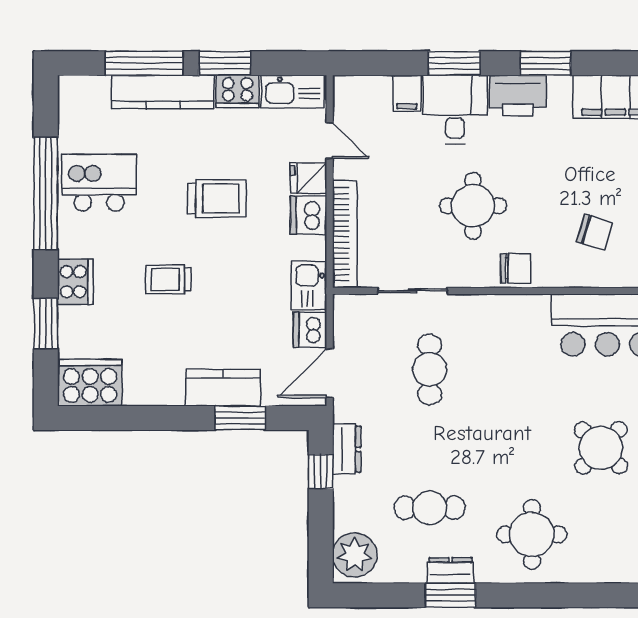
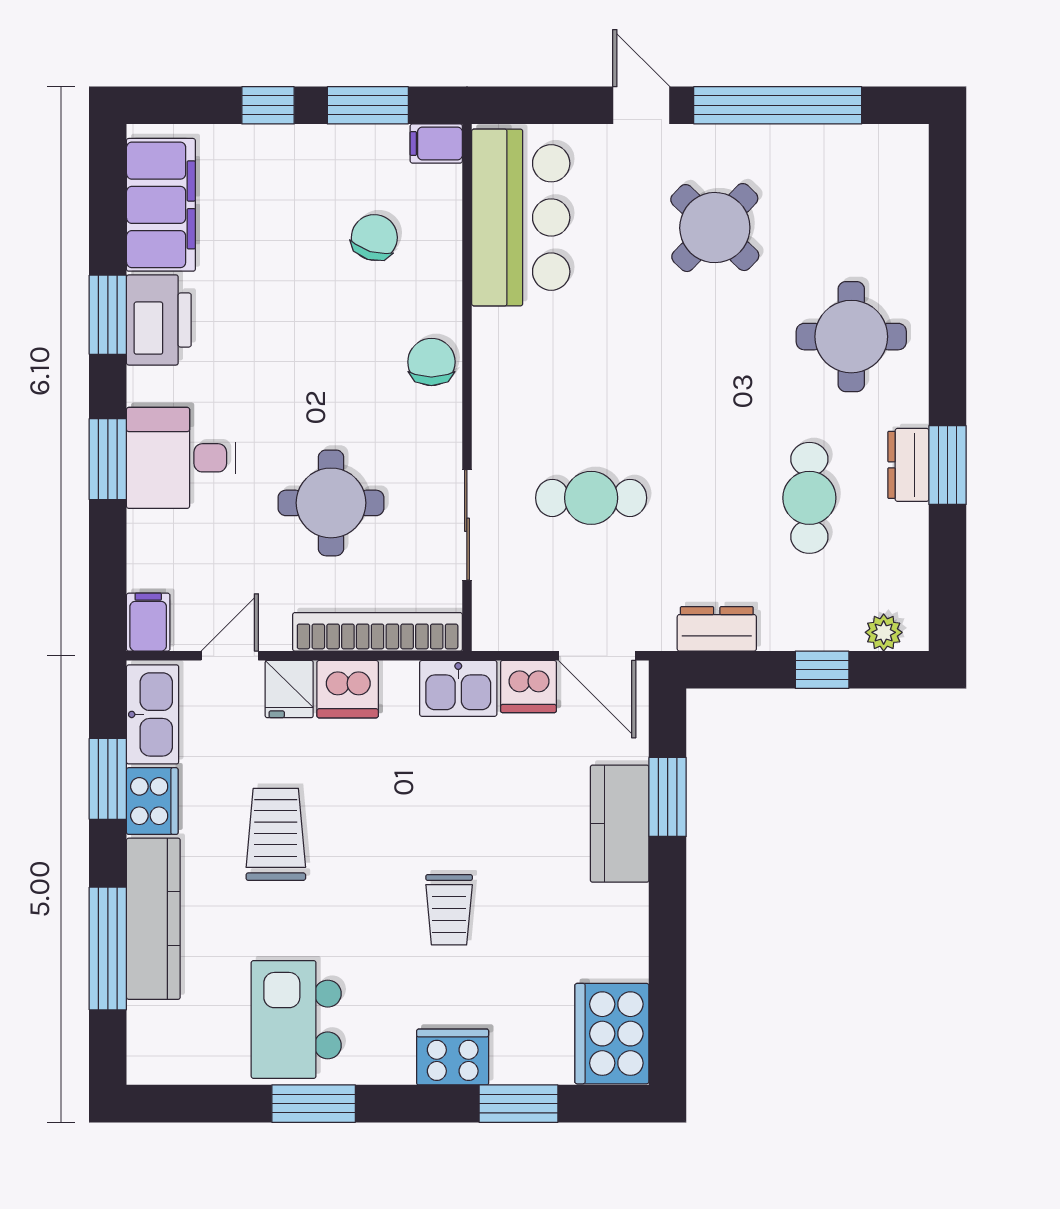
window: (225, 63) -> (108, 779), moved
filing cabinet: (407, 93) -> (148, 622), moved, turned -90
printer: (518, 96) -> (159, 320), moved
window: (46, 194) -> (314, 1104), width x0.47
trolley: (217, 198) -> (276, 834), moved
round table: (473, 206) -> (331, 503), moved
window: (321, 472) -> (822, 670), moved
plant: (355, 555) -> (884, 632), width x0.53, depth x0.53

